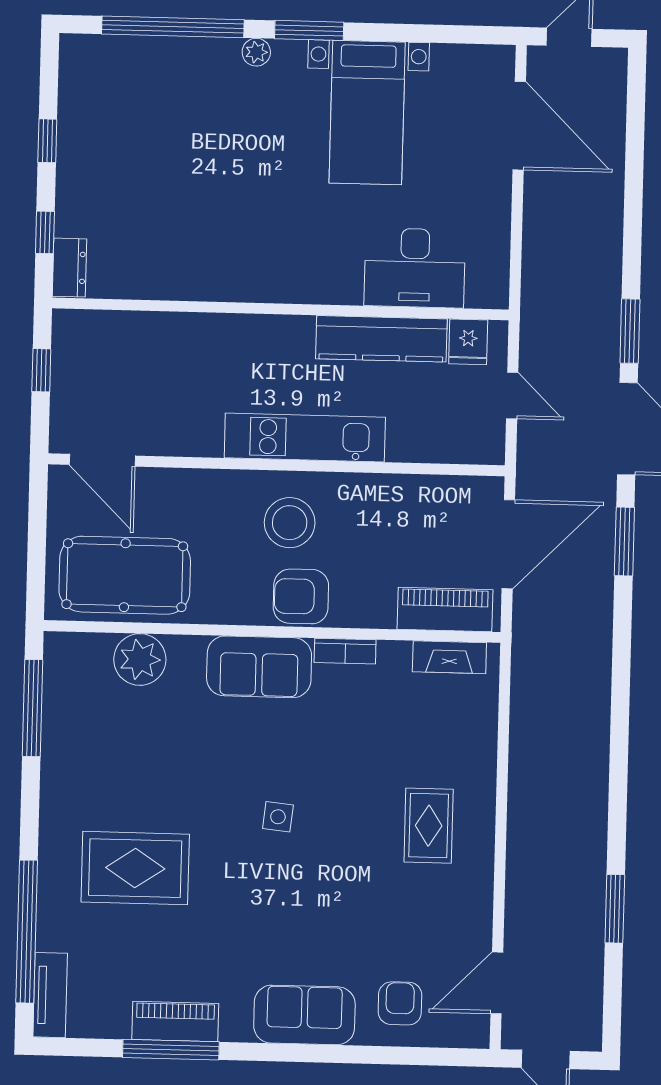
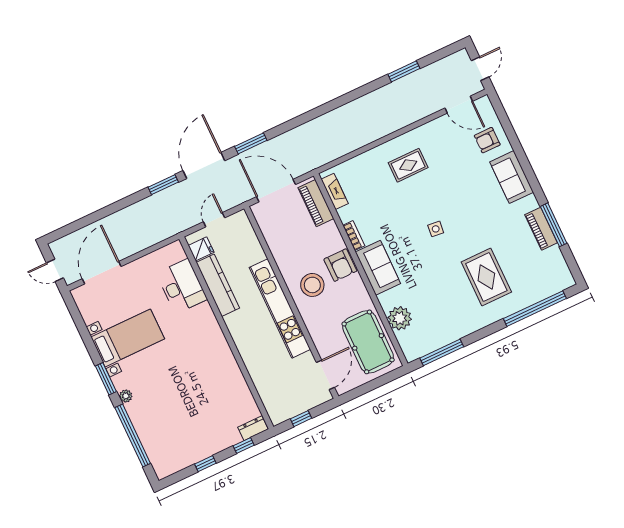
kitchen unit: (305, 438) -> (280, 308), width x1.36
tv unit: (50, 995) -> (556, 286), removed

